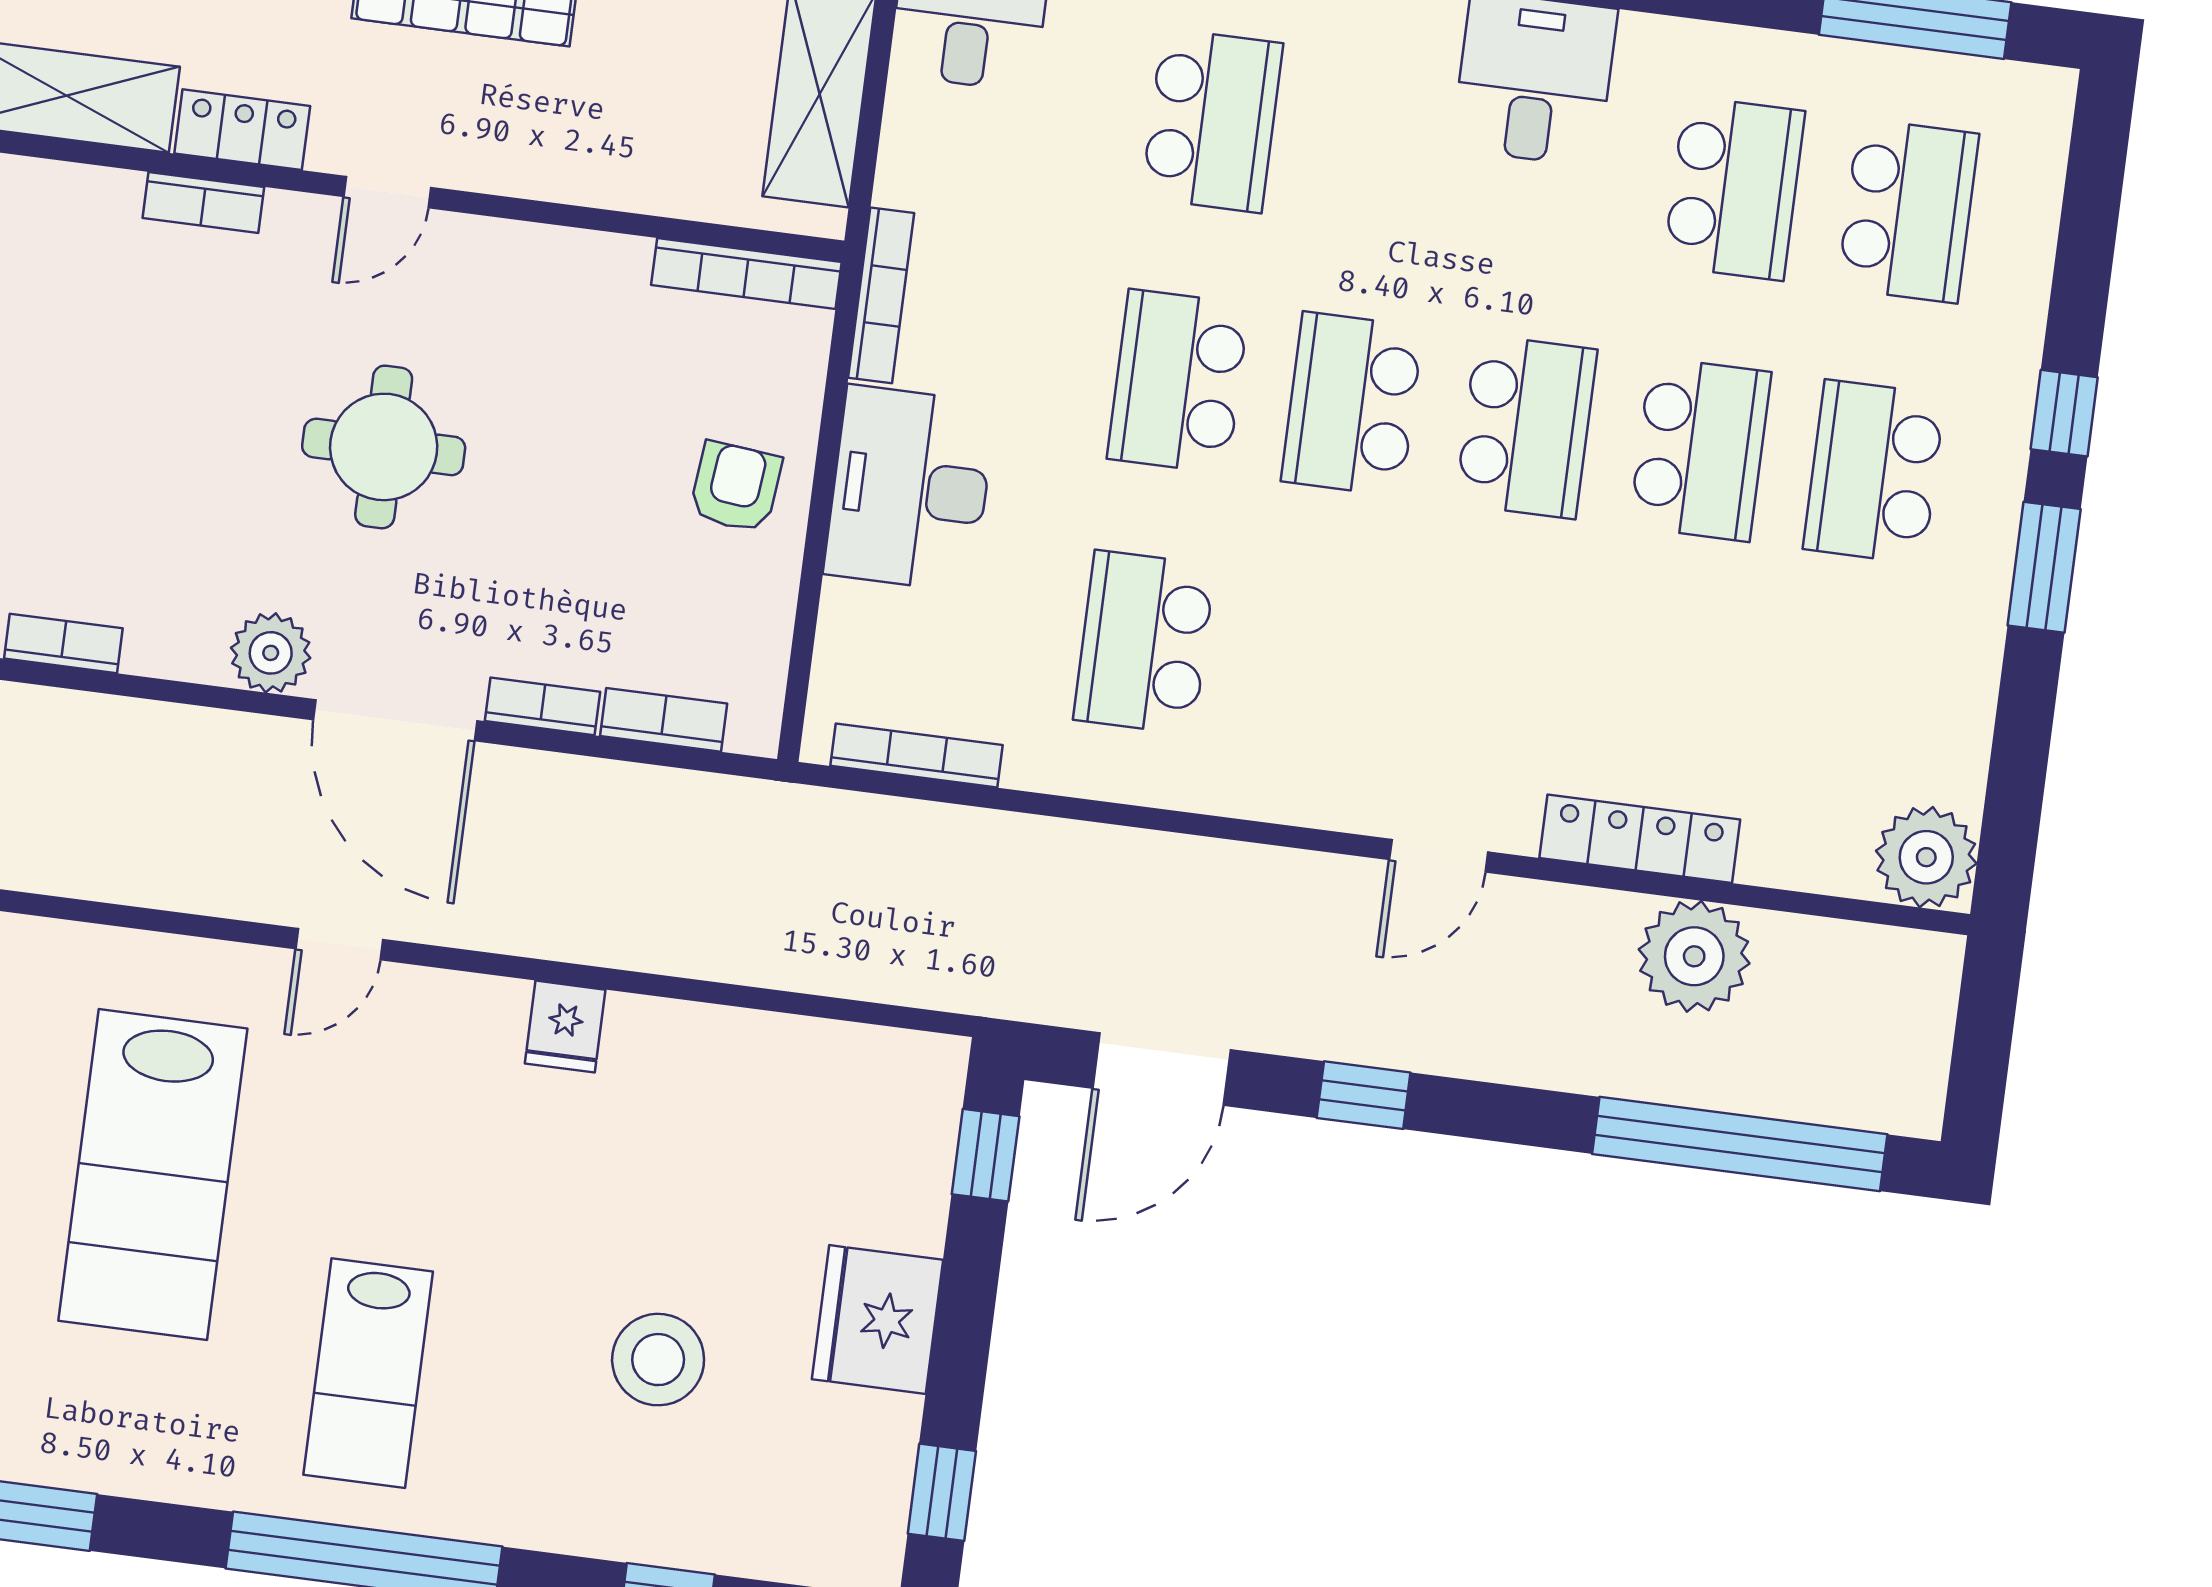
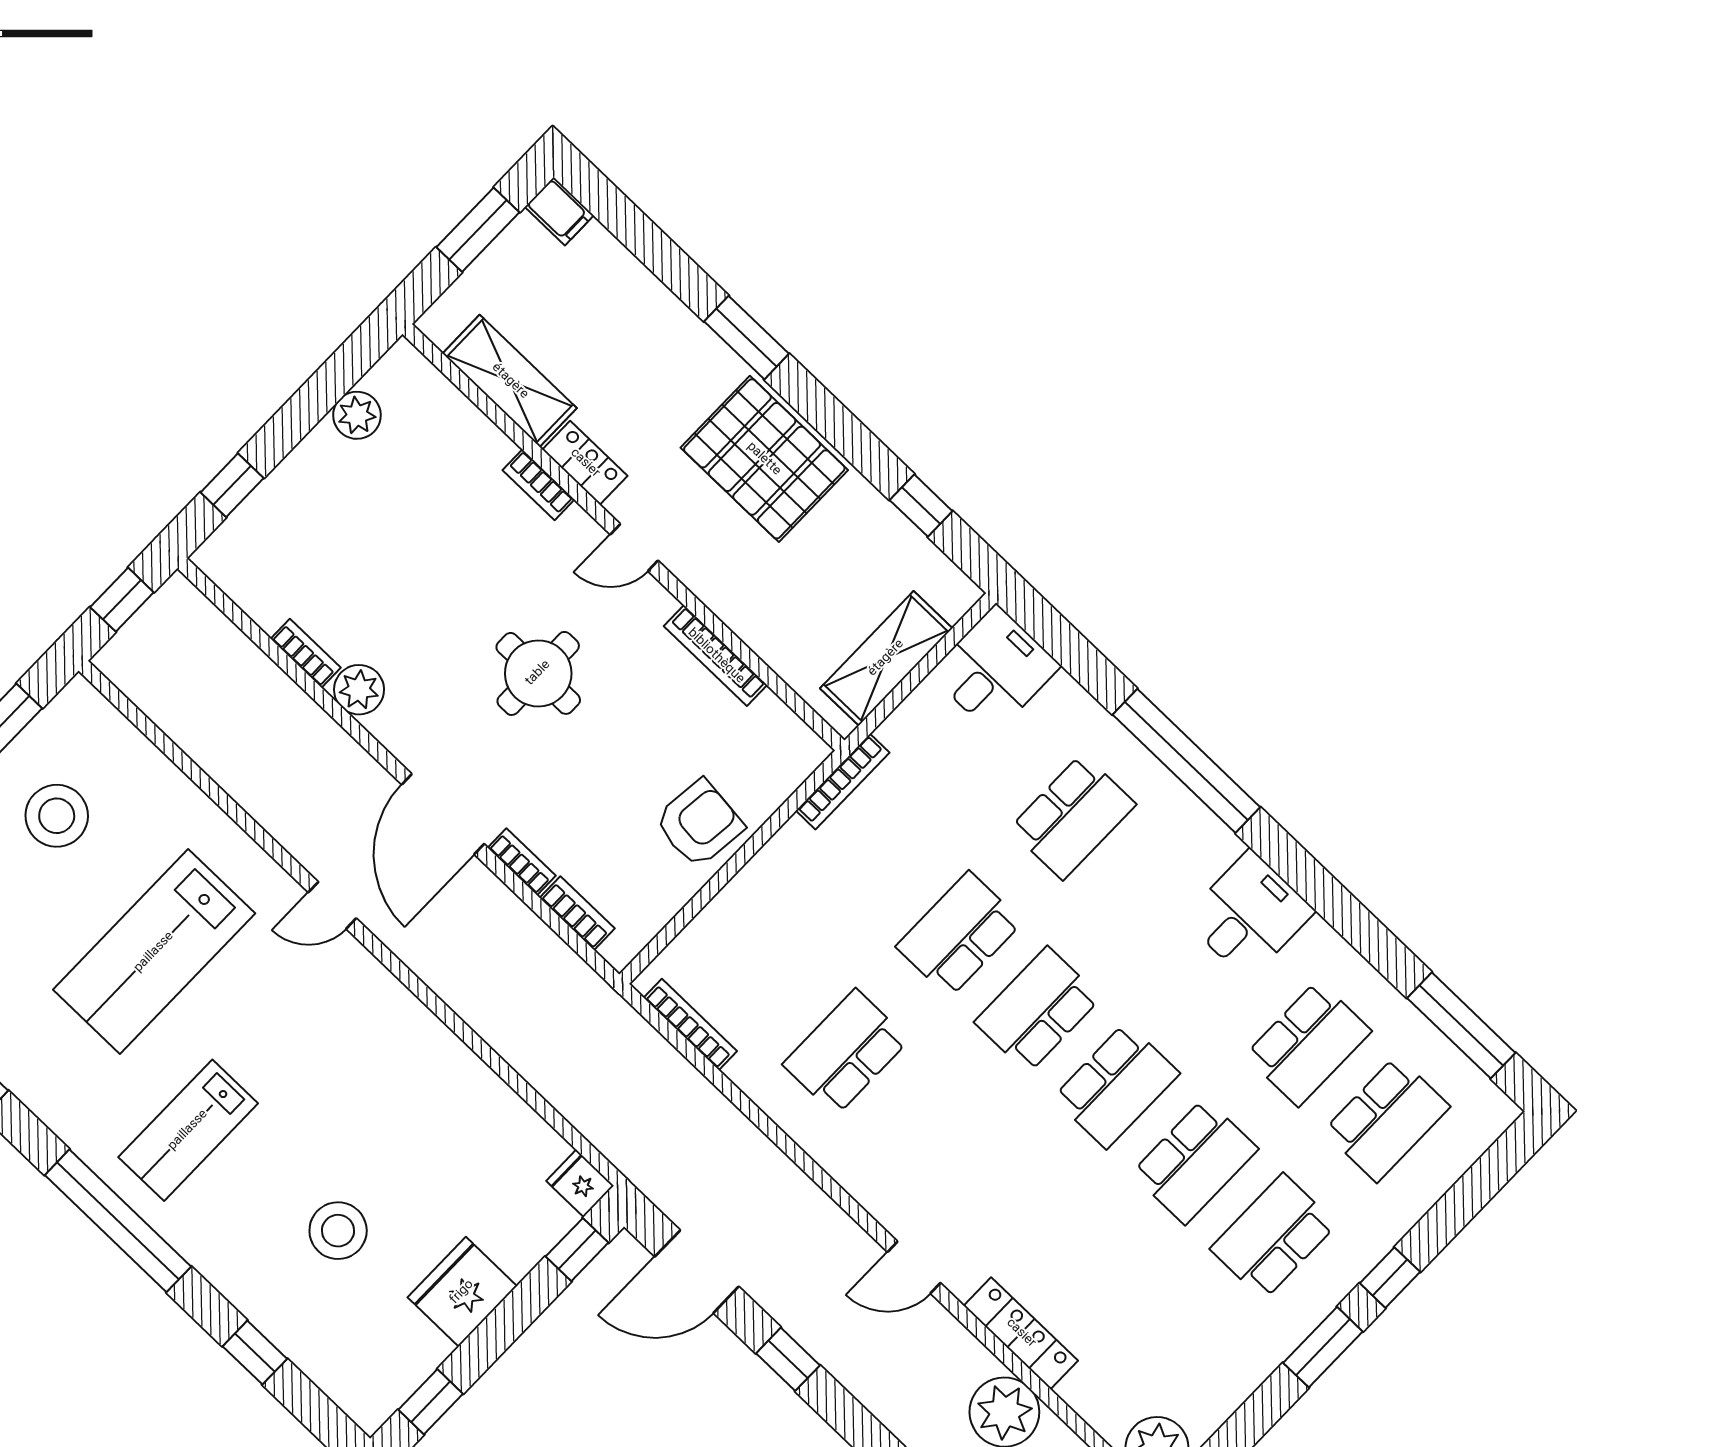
bookcase: (746, 274) -> (716, 656), moved
armchair: (736, 487) -> (699, 823), width x1.38, depth x1.38
desk: (910, 489) -> (786, 889), removed
plant: (271, 653) -> (359, 690), moved
fridge: (565, 1027) -> (580, 1183), moved, turned 90

